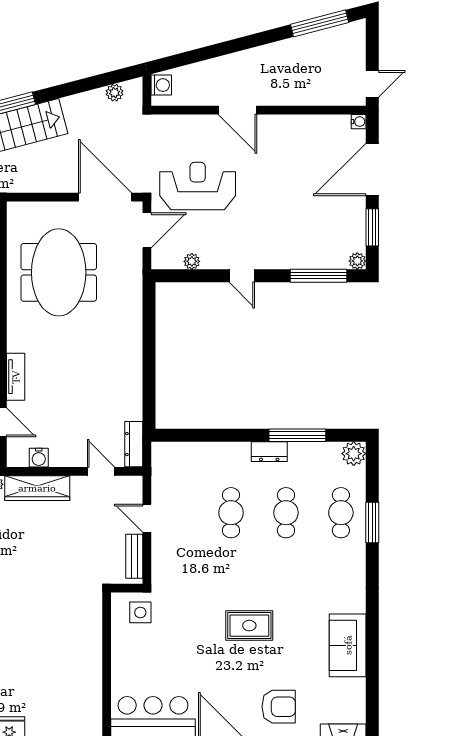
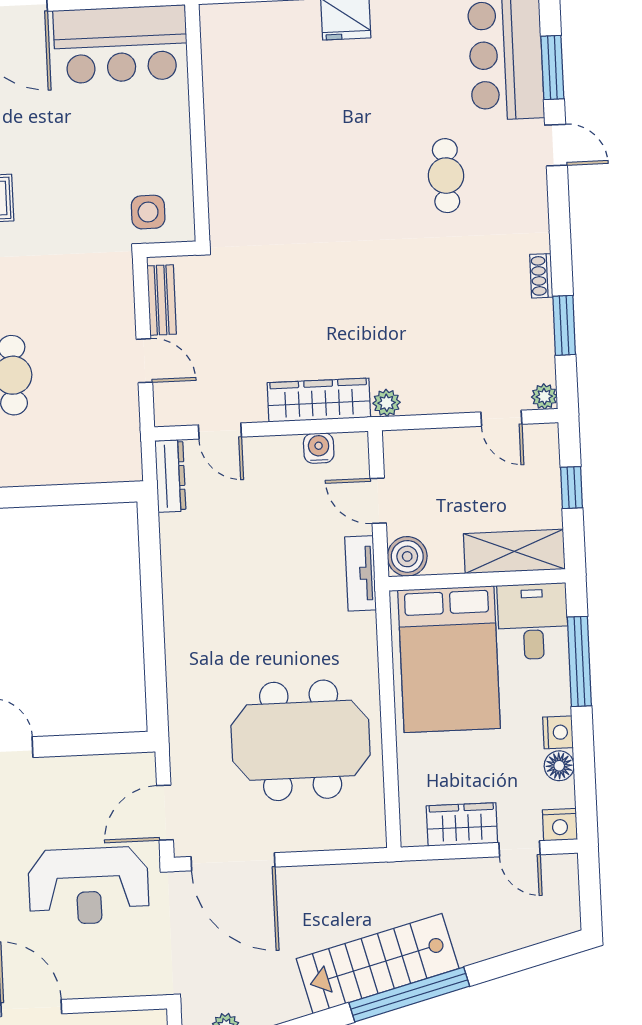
plant: (192, 261) -> (92, 767), removed
meeting table: (59, 272) -> (301, 740), turned 90

